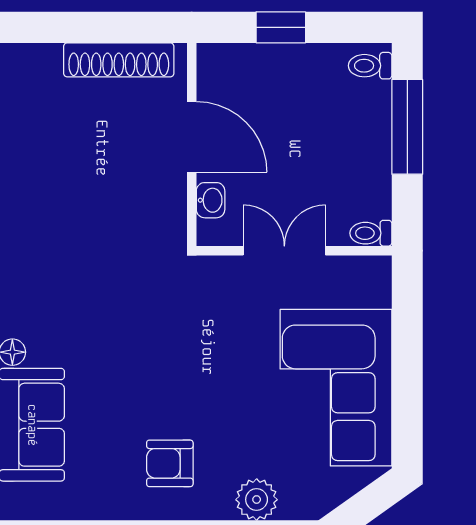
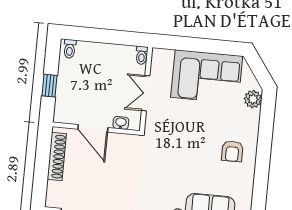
window: (407, 127) -> (97, 35), removed
door: (192, 137) -> (93, 128), swing flipped
plant: (257, 500) -> (253, 99), moved

